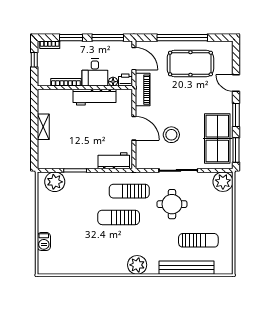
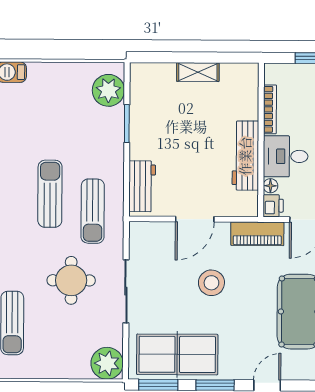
stool: (171, 135) -> (211, 283), moved
sun lounger: (129, 191) -> (93, 211), turned 180

